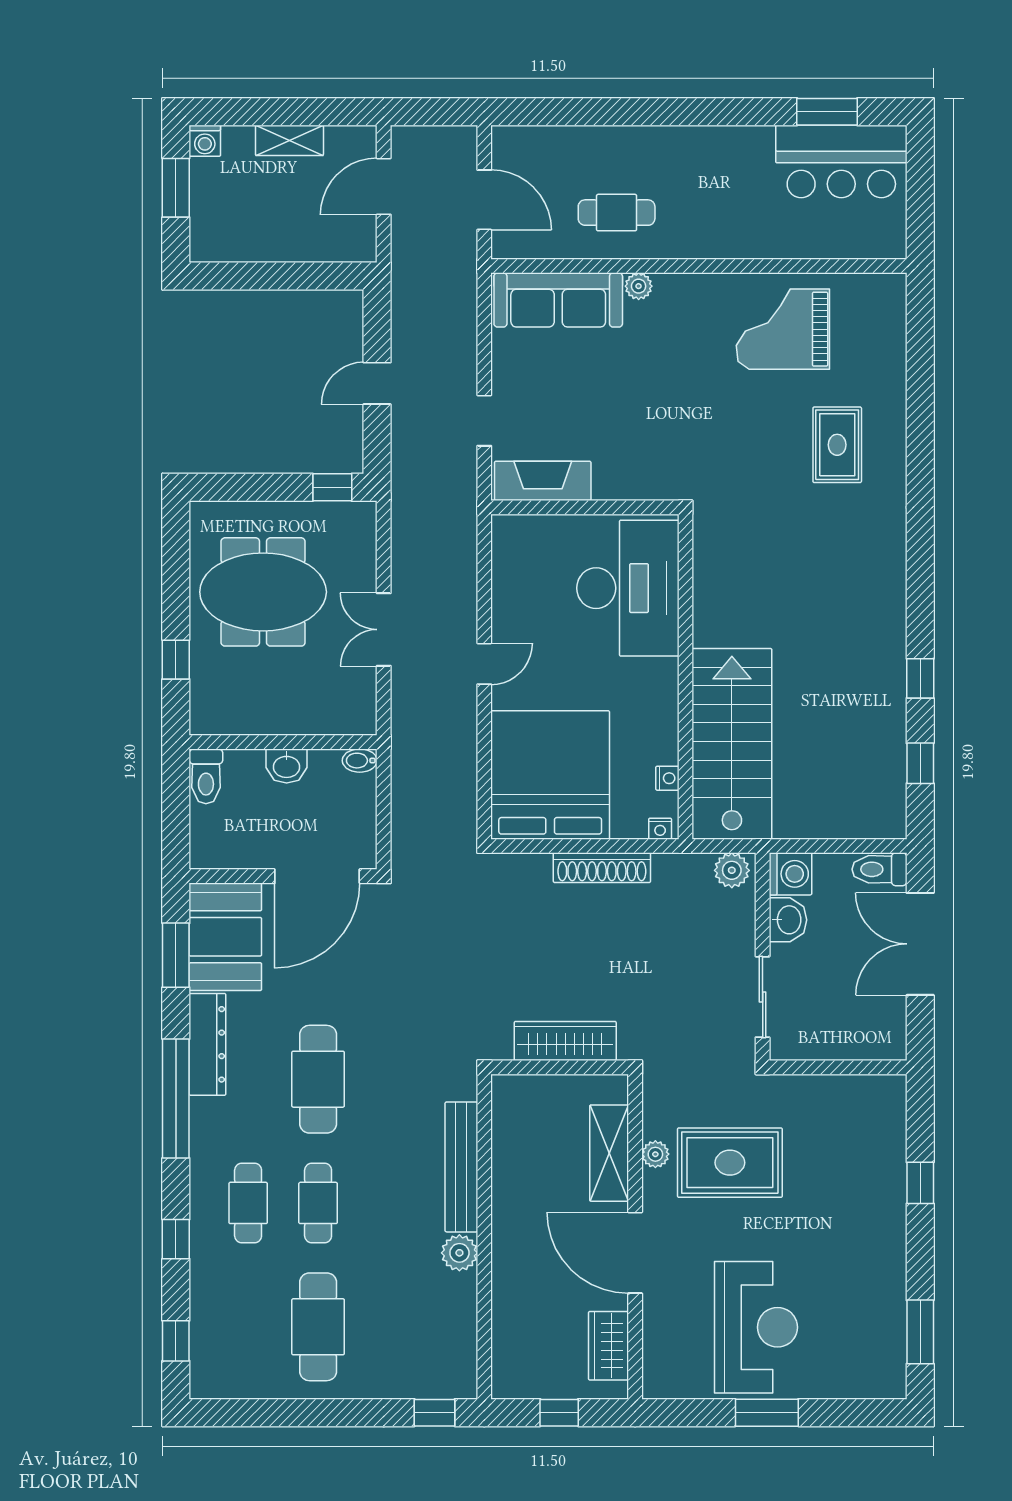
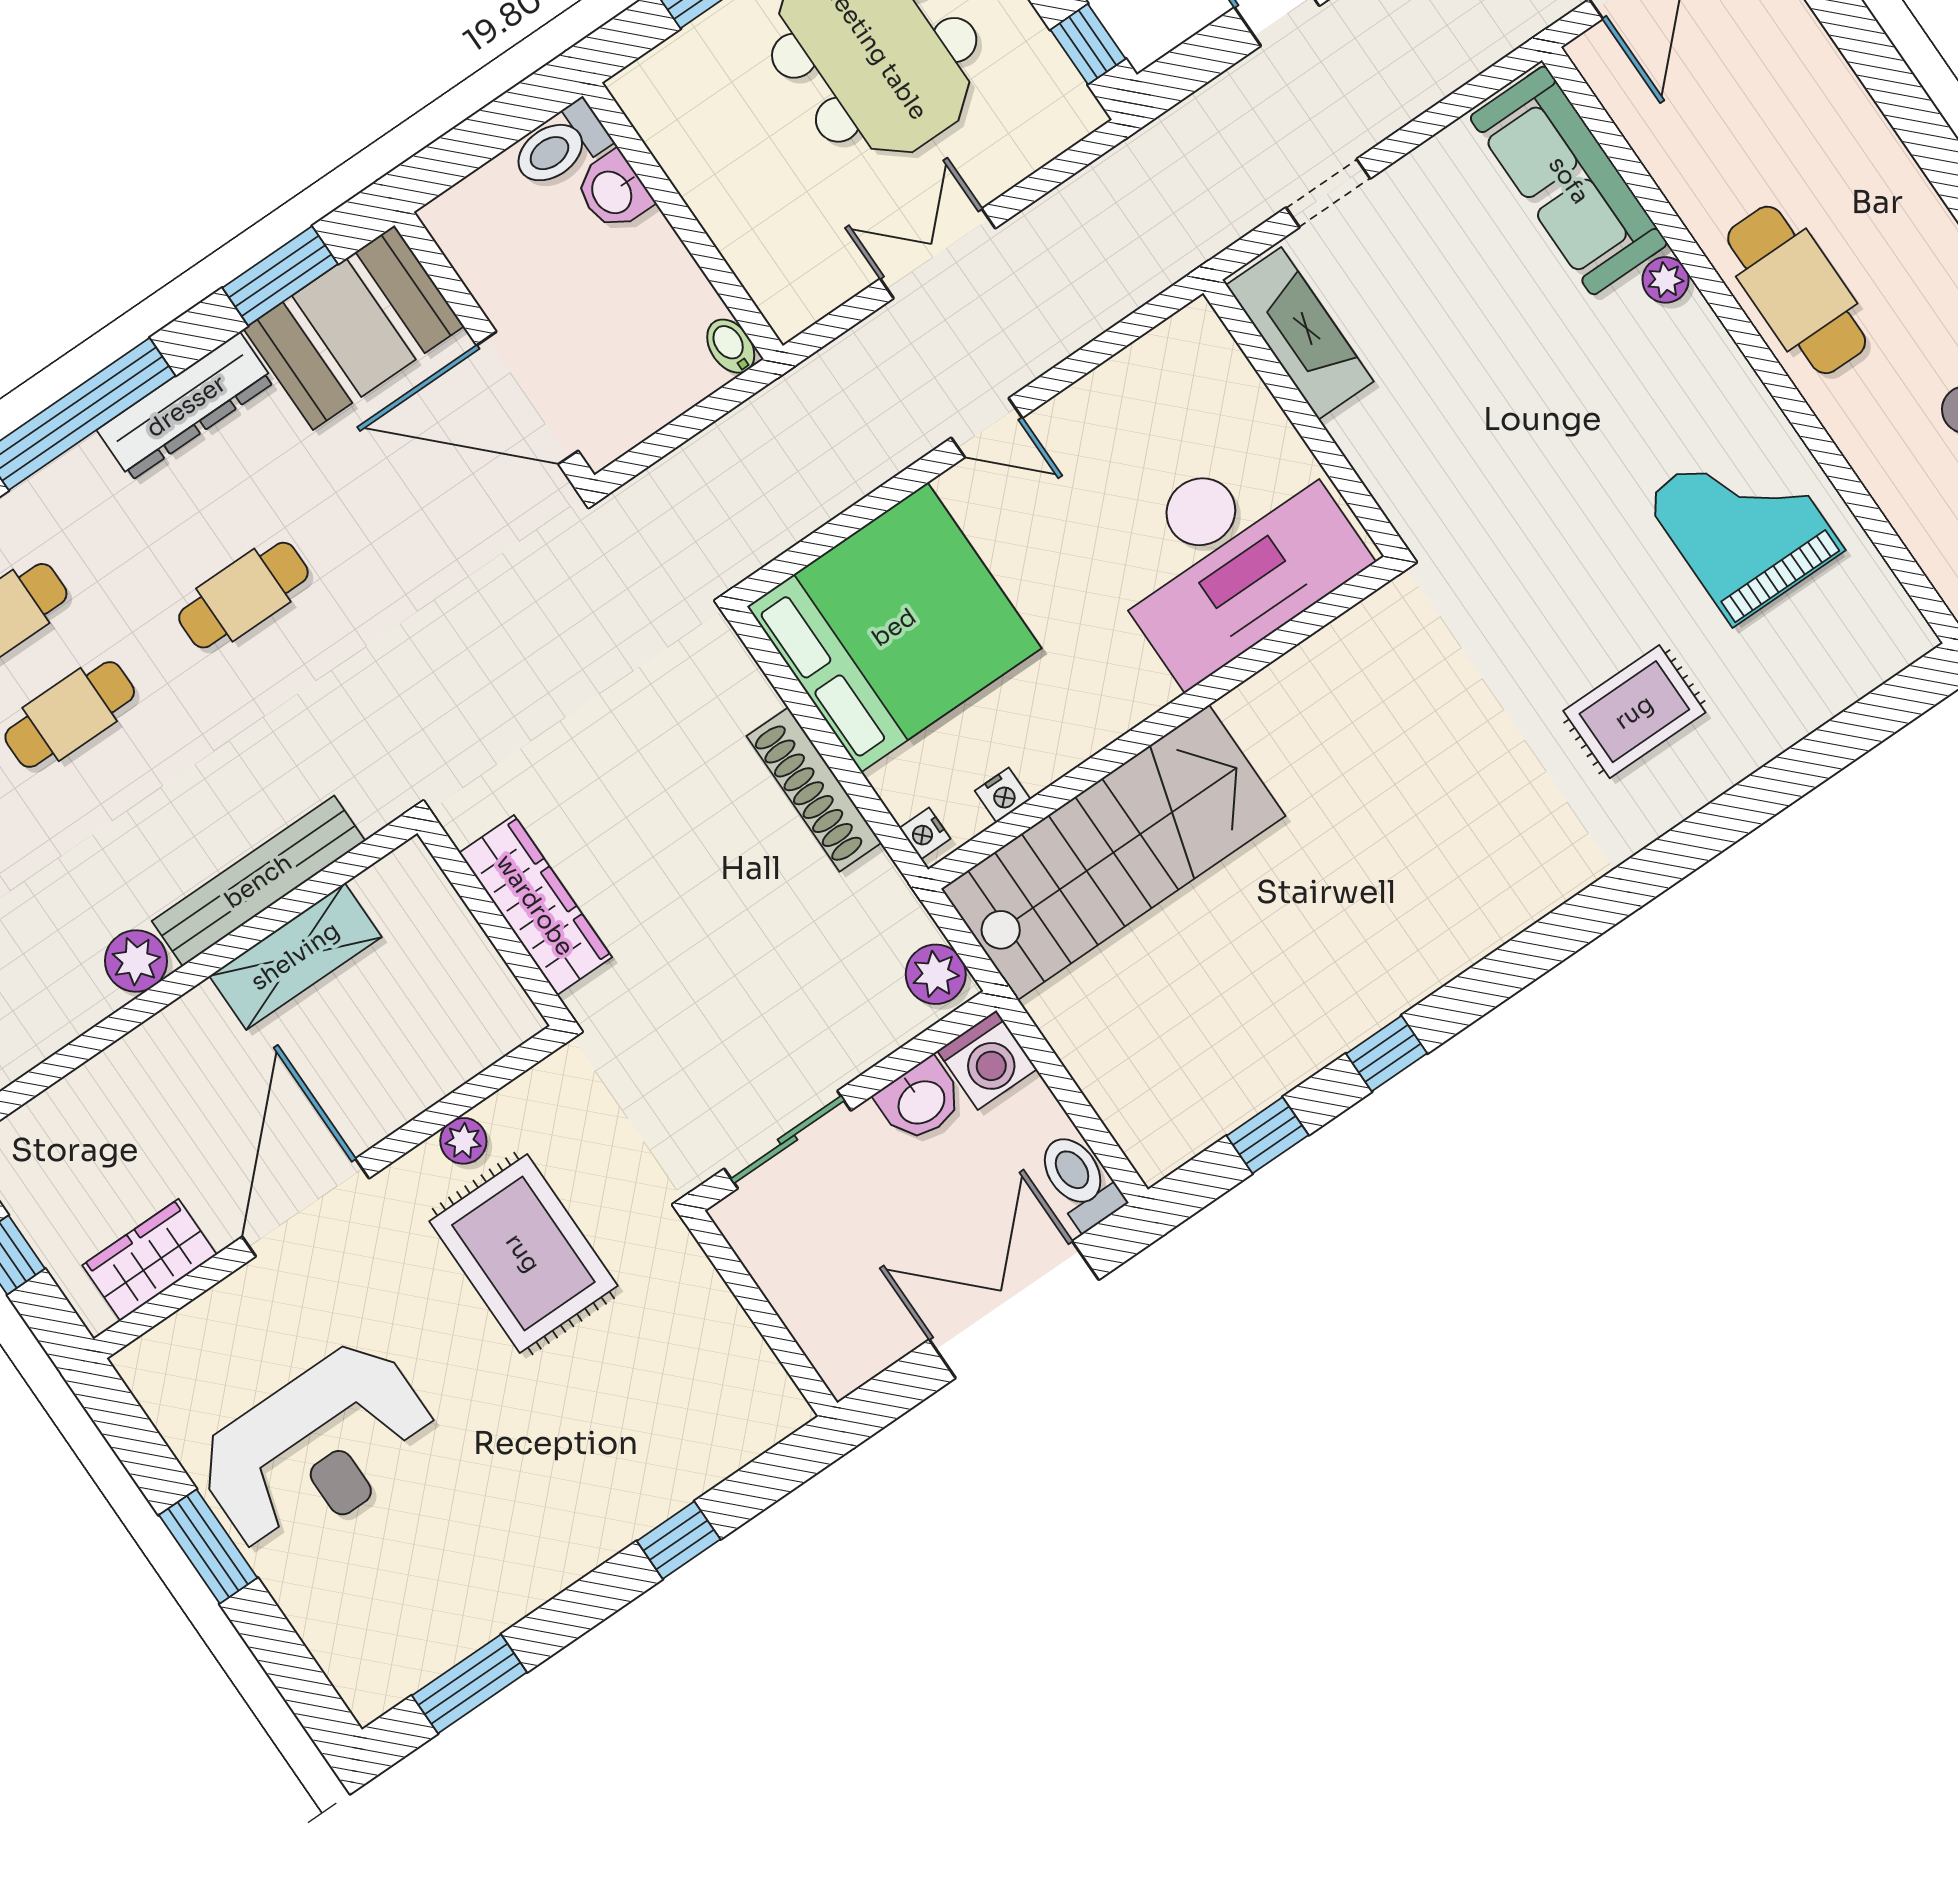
cafe table: (617, 213) -> (1797, 290), moved, width x1.37, depth x1.35
washbasin: (287, 766) -> (613, 191), moved
cafe table: (318, 1079) -> (243, 595), width x0.73, depth x0.74
shelving: (609, 1153) -> (295, 956), moved

